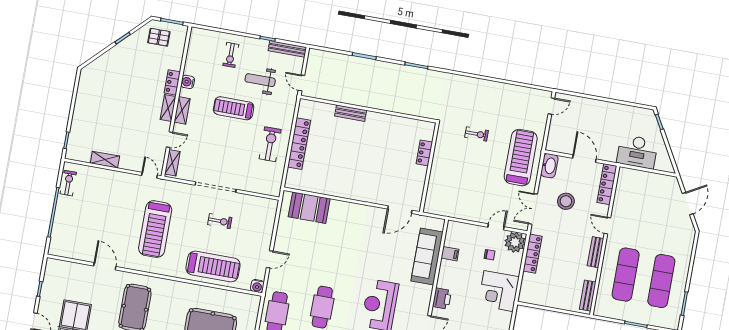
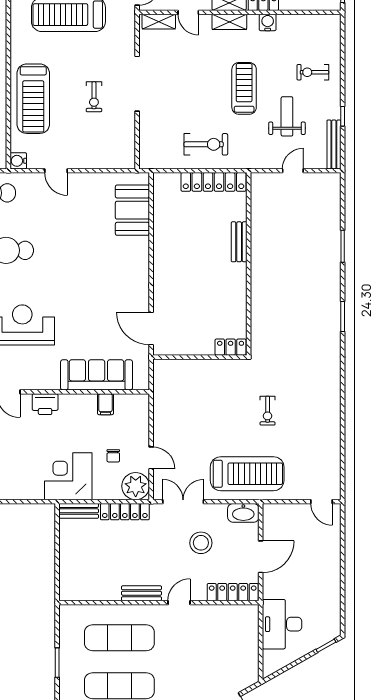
wall: (368, 109) -> (249, 264), moved
bench: (351, 113) -> (239, 242), moved
bench: (588, 296) -> (79, 511), moved

